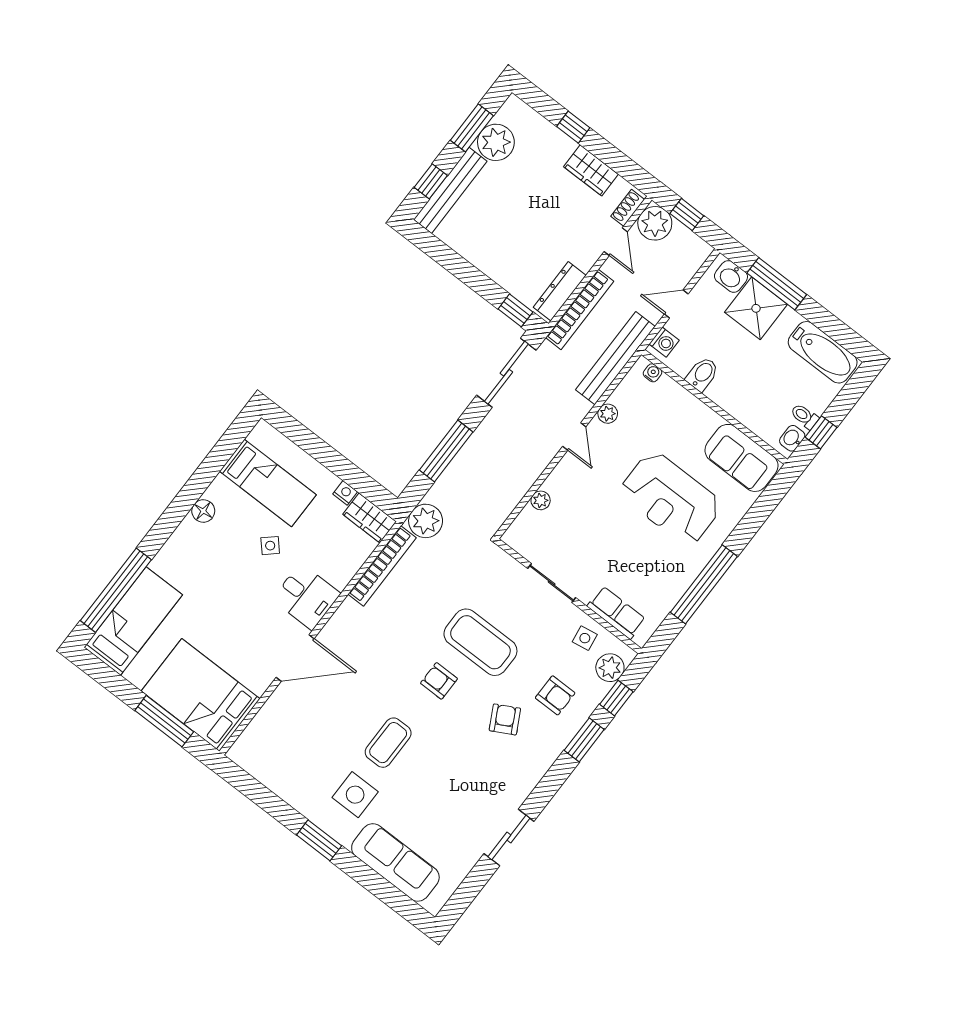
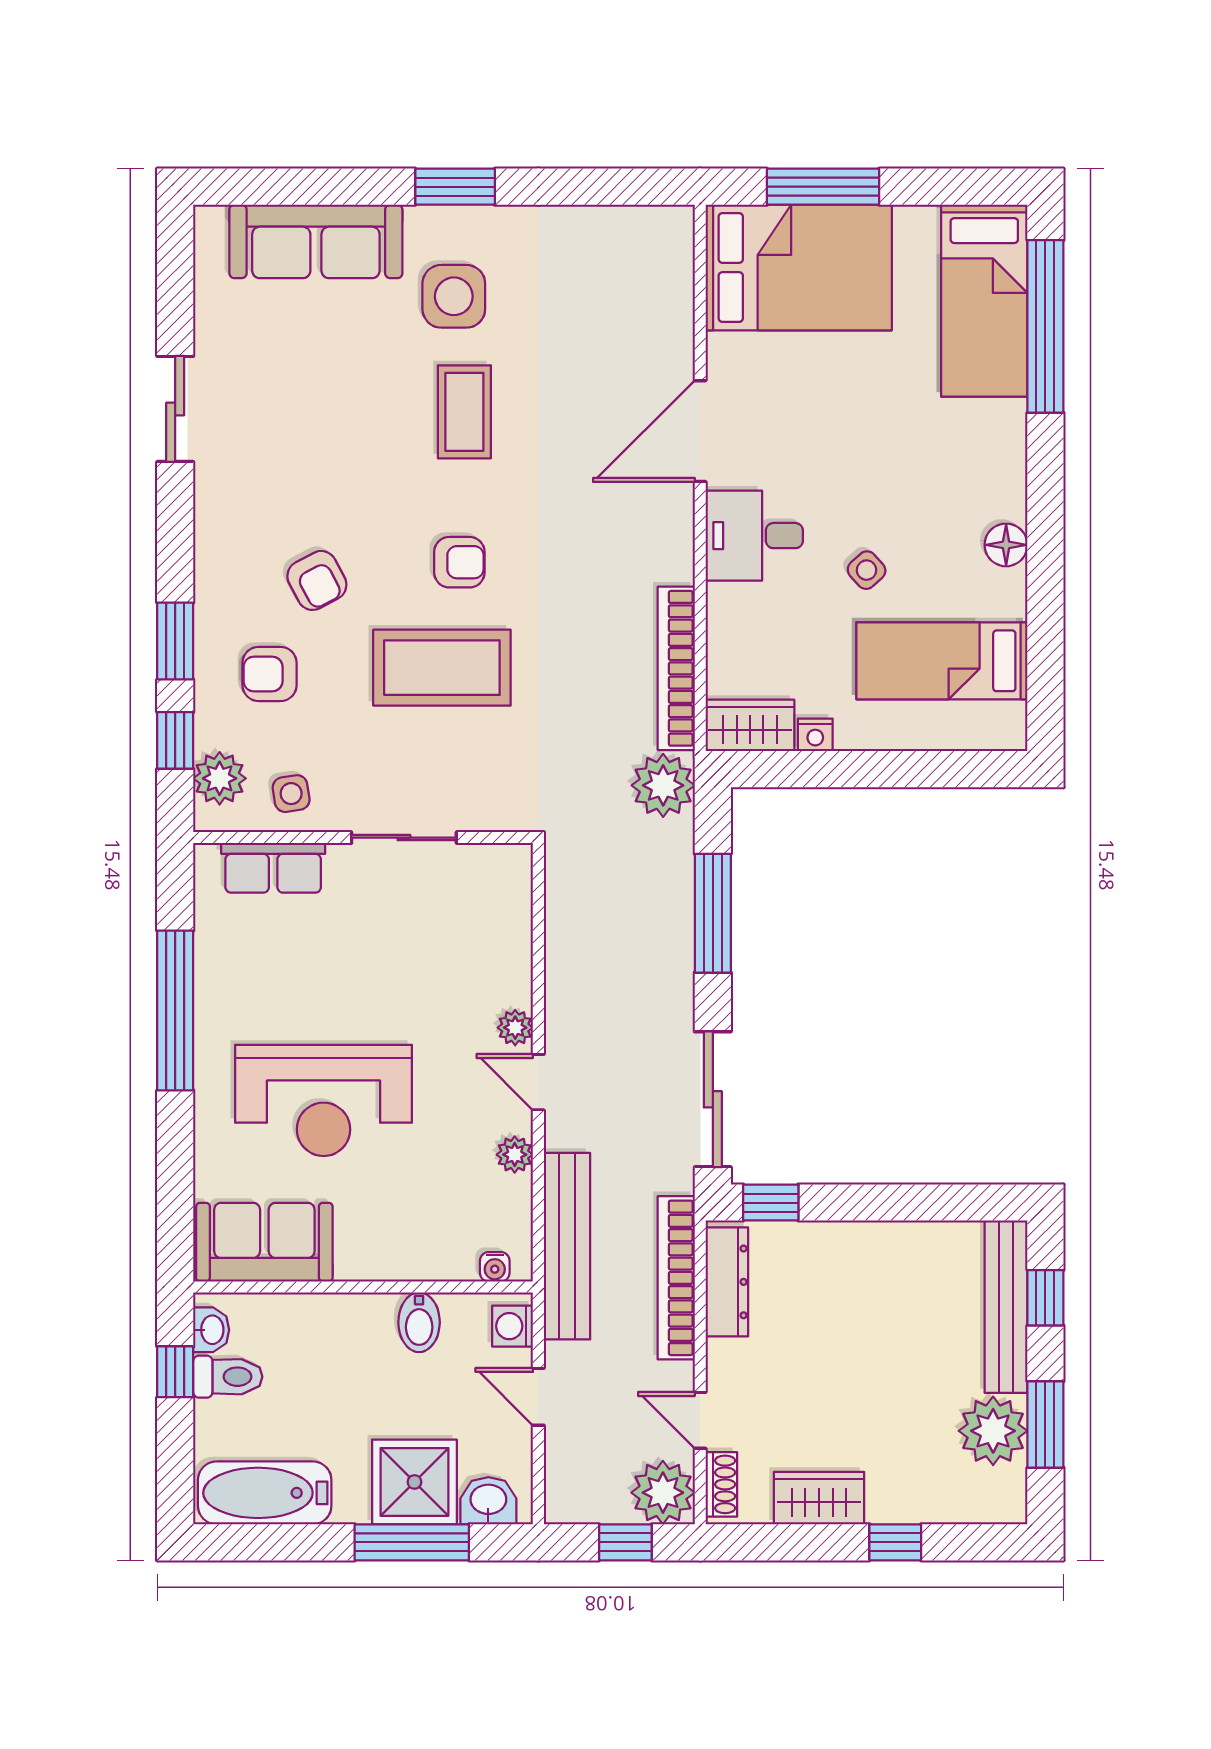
door: (676, 304) -> (538, 1397), swing flipped
toilet: (805, 416) -> (228, 1377), width x1.37, depth x1.39
reception desk: (671, 498) -> (324, 1100), turned 180
plant: (541, 500) -> (515, 1028), moved

